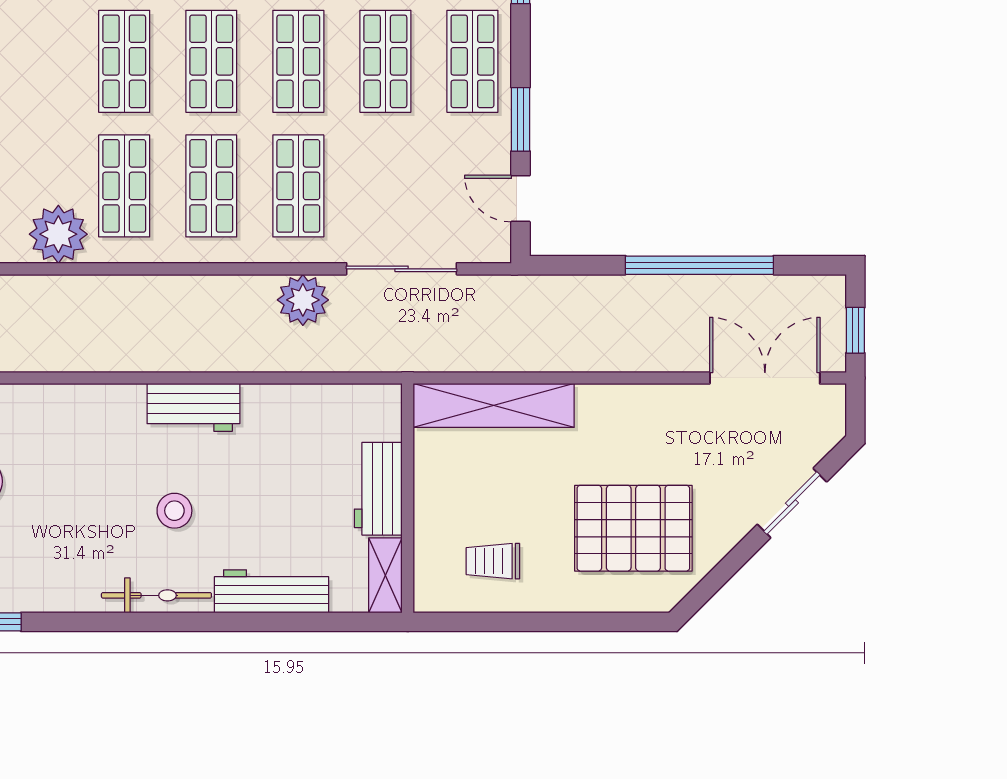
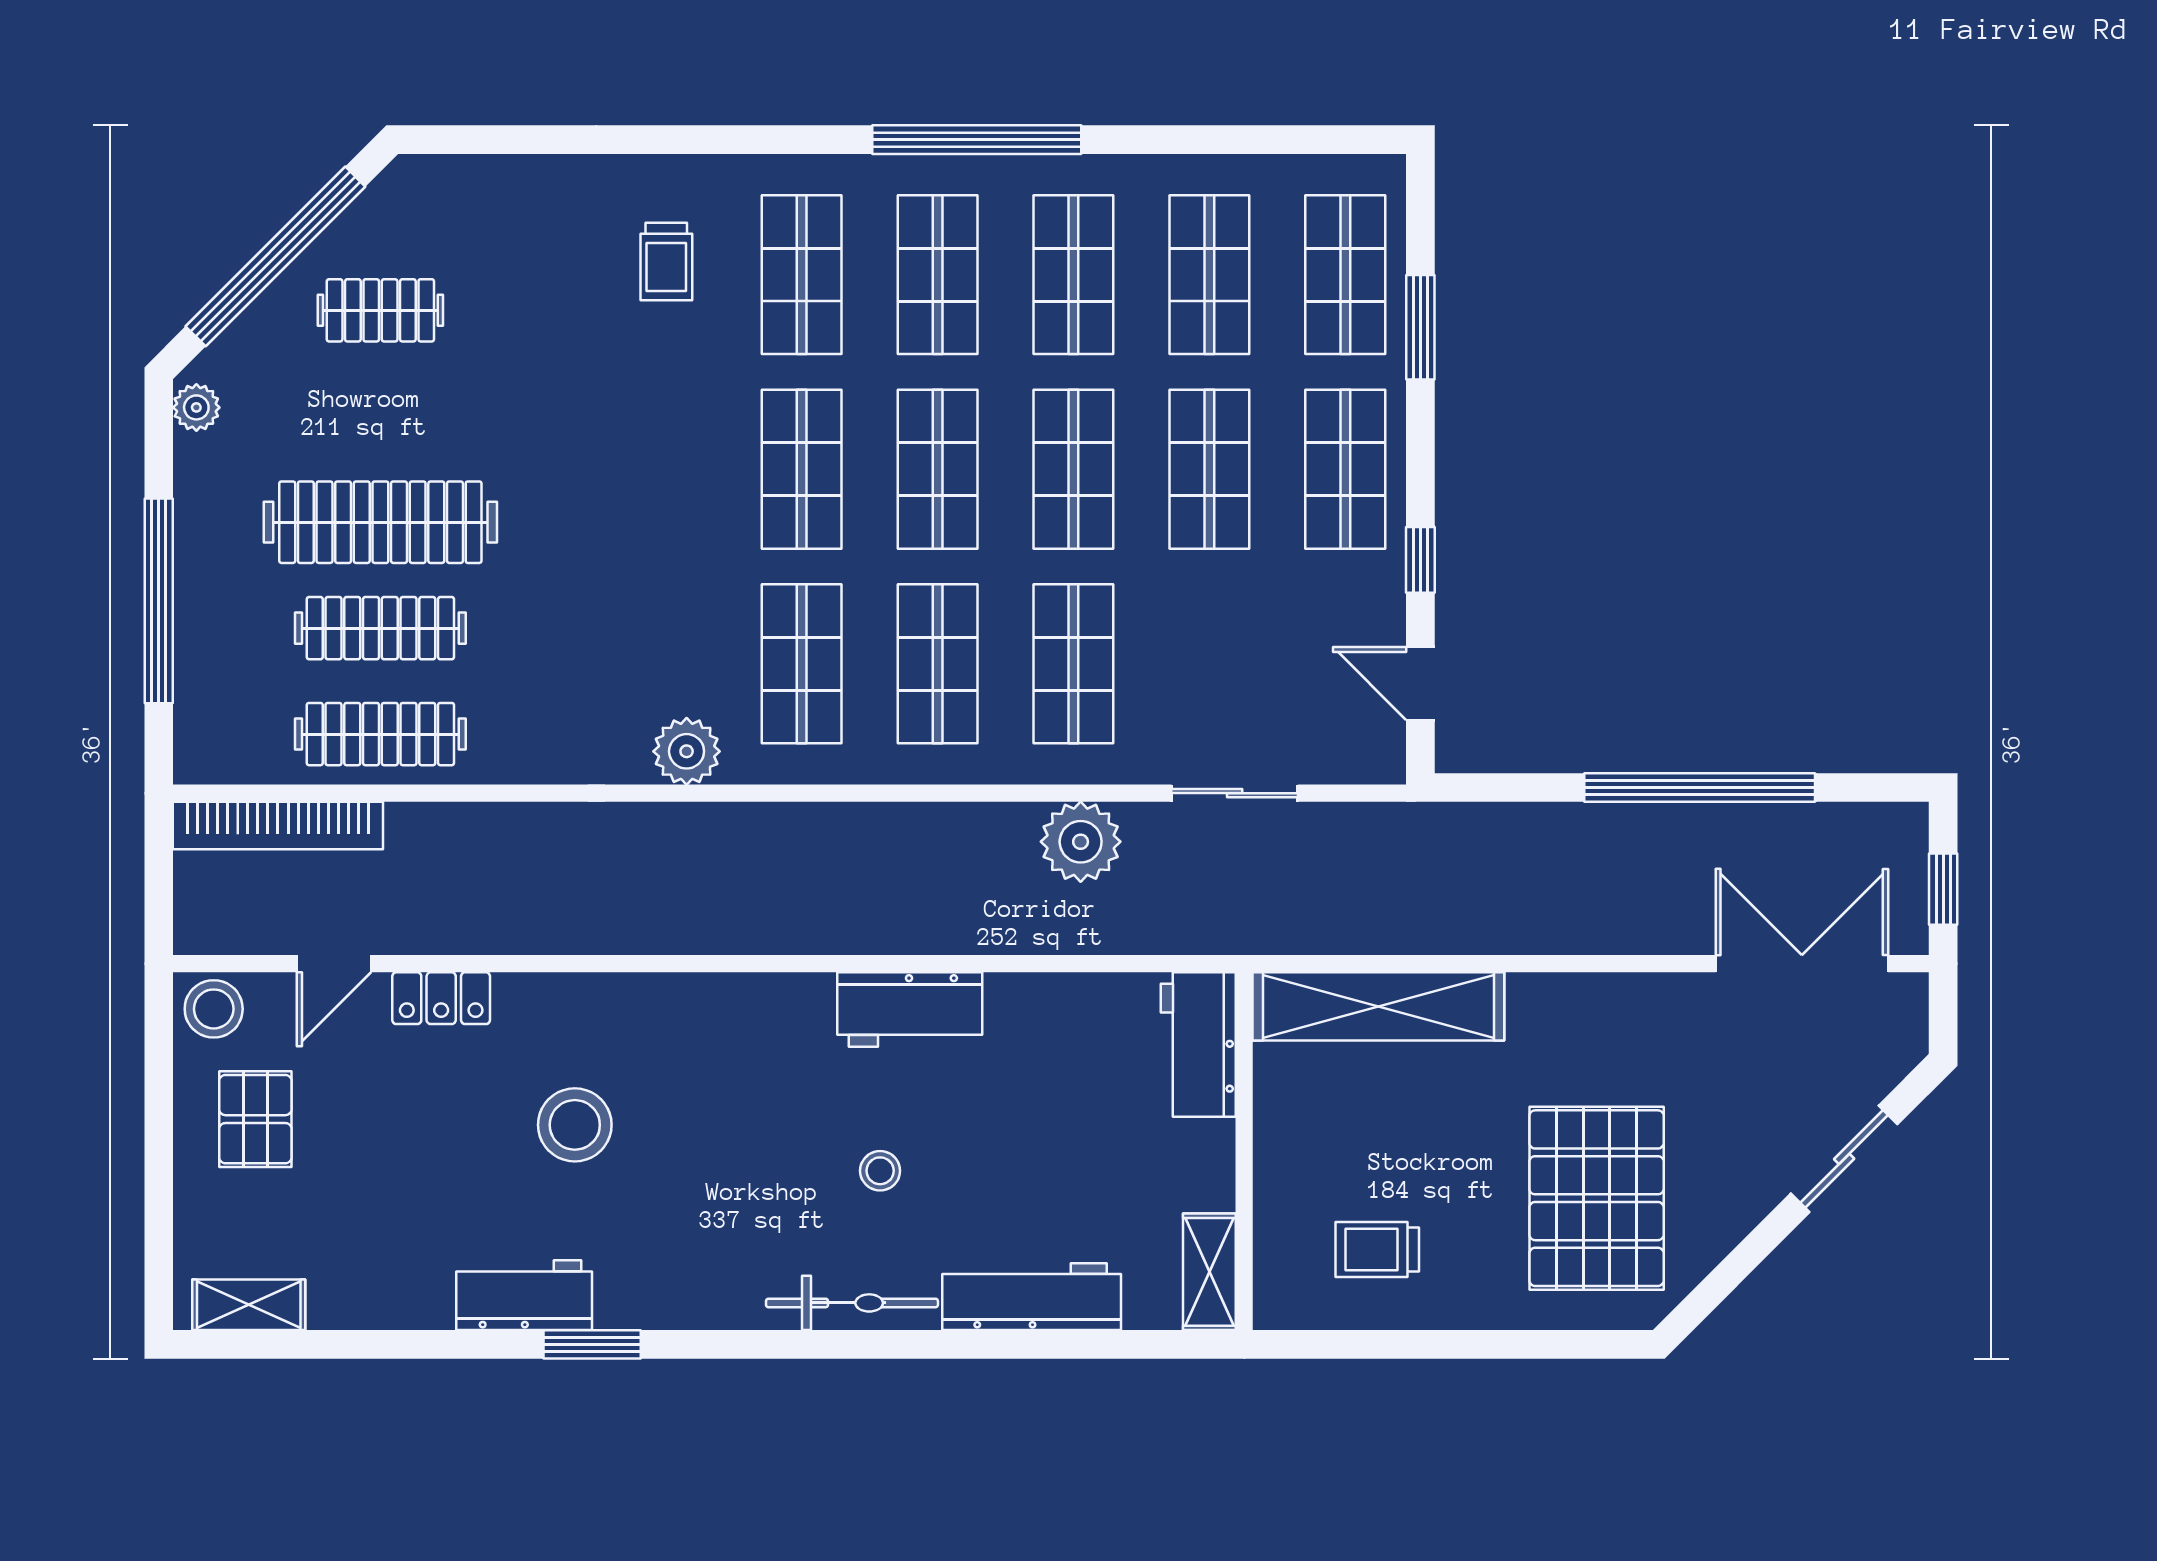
window: (520, 119) -> (1420, 560), width x0.67
plant: (58, 234) -> (687, 751), width x0.73, depth x0.73
sliding door: (402, 269) -> (1235, 793), width x0.73
workbench: (378, 489) -> (1198, 1045), moved
stool: (174, 511) -> (880, 1171), width x0.73, depth x0.73
pallet: (633, 528) -> (1597, 1198), turned 90

